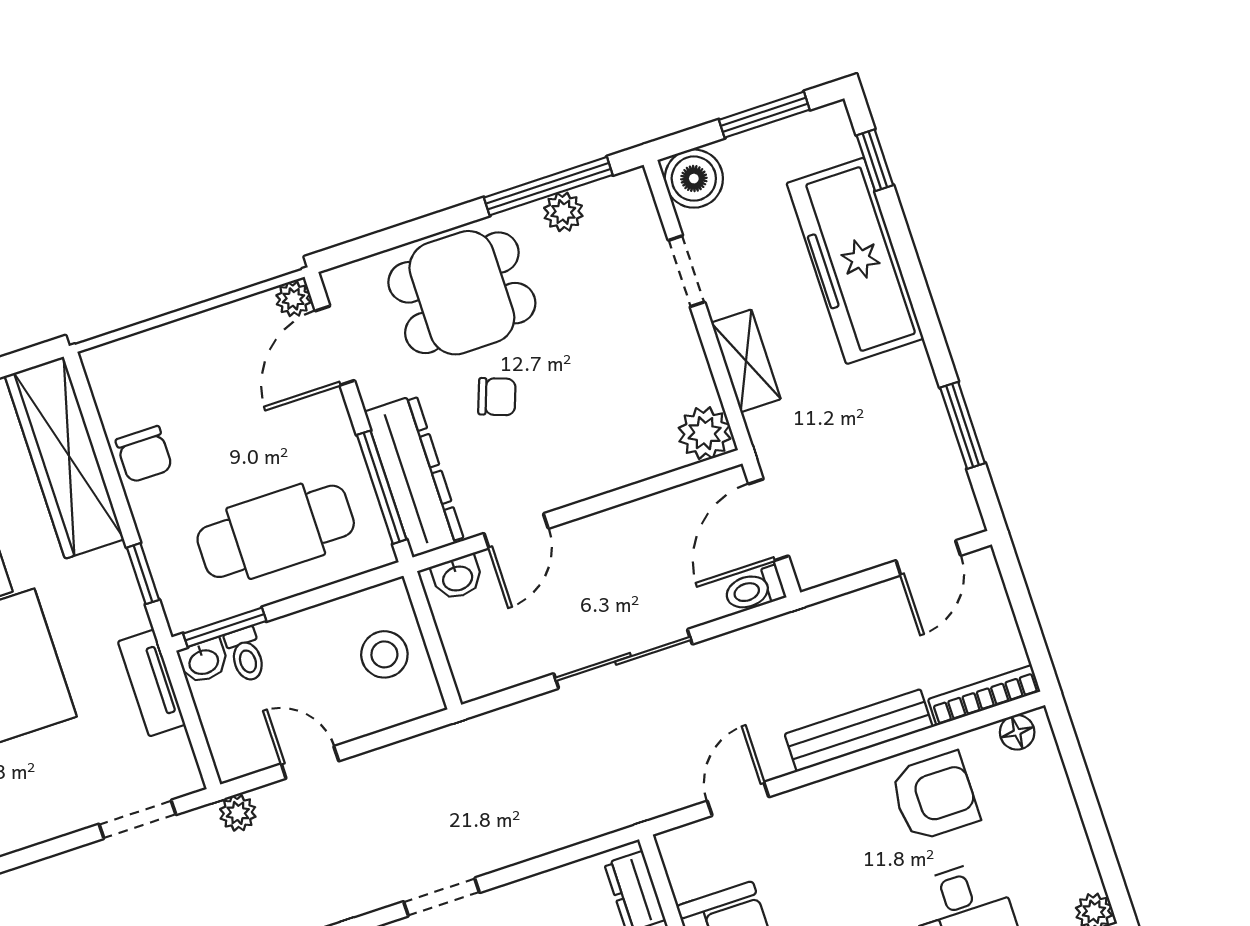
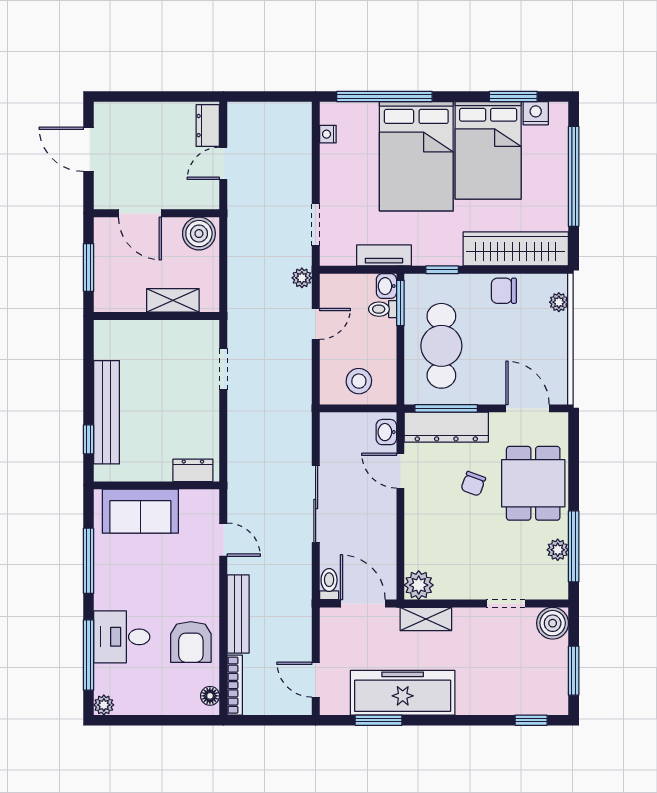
freezer: (855, 261) -> (403, 693), moved
plant: (293, 299) -> (559, 302), moved
shelving: (746, 361) -> (426, 619), moved

